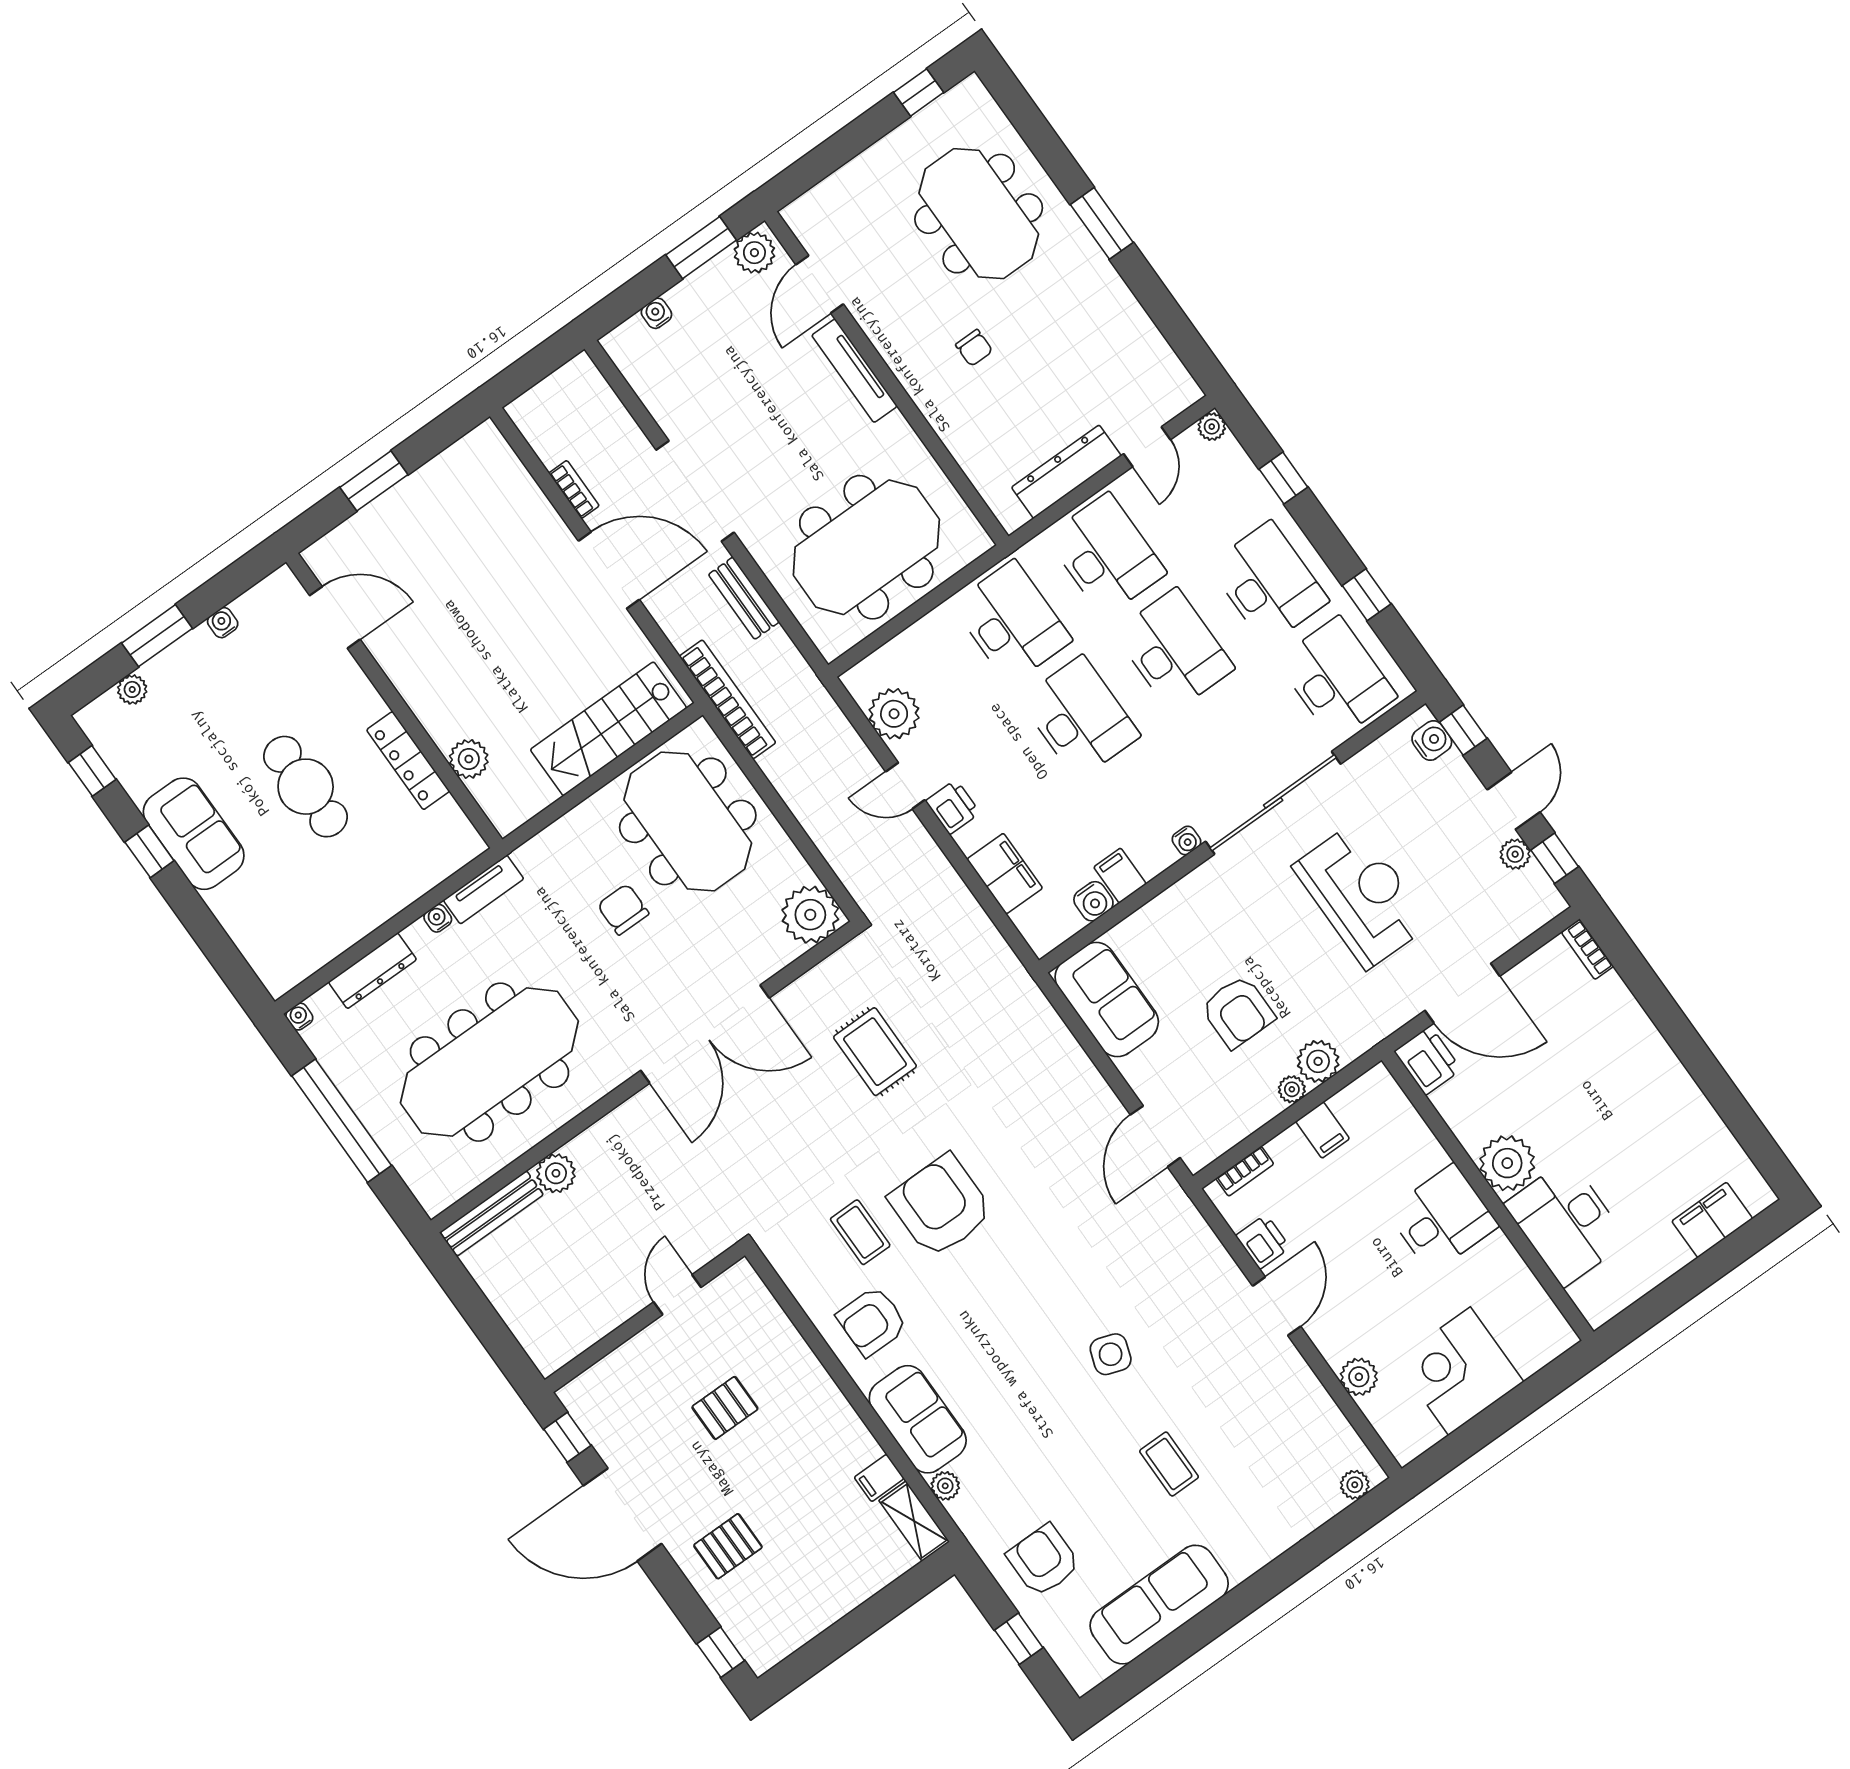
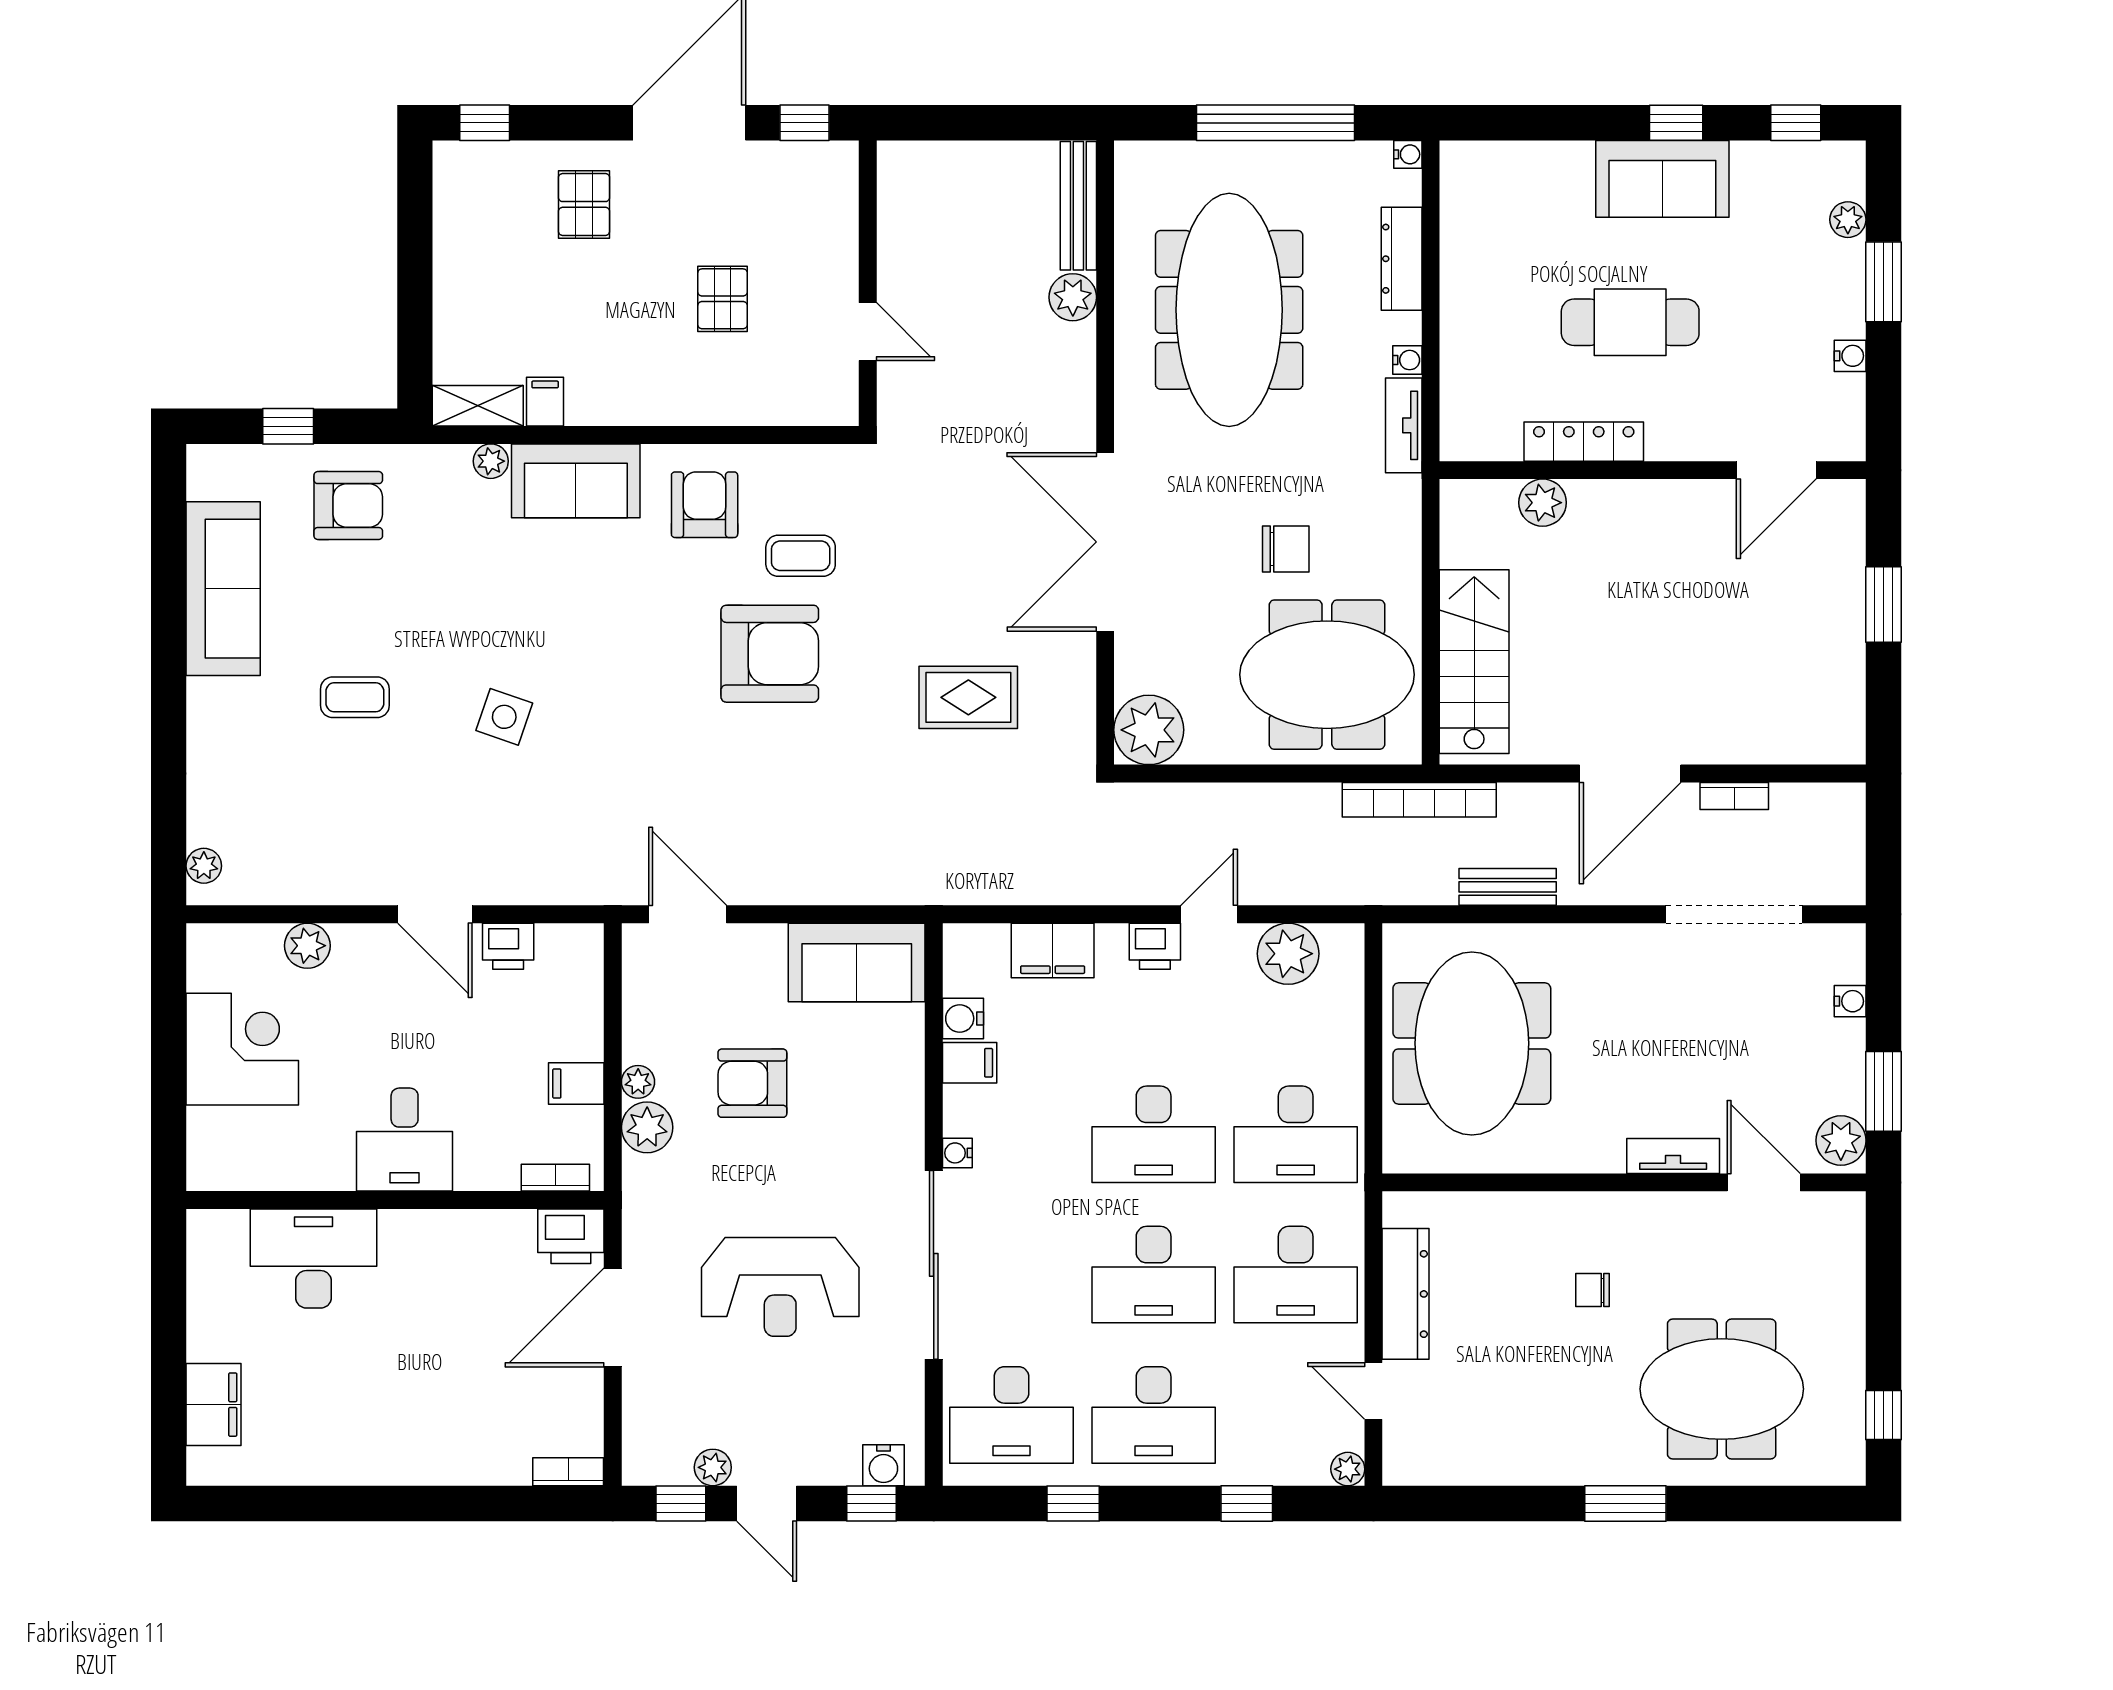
tv unit: (854, 371) -> (1673, 1156), width x0.71
doorway: (695, 491) -> (1734, 914), moved
plant: (1507, 1163) -> (414, 1242), removed
bookcase: (1245, 1171) -> (555, 1178), moved, turned 90

